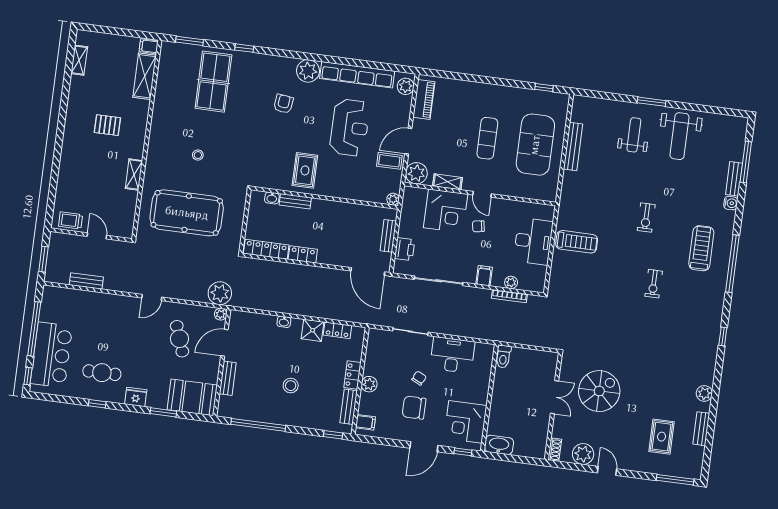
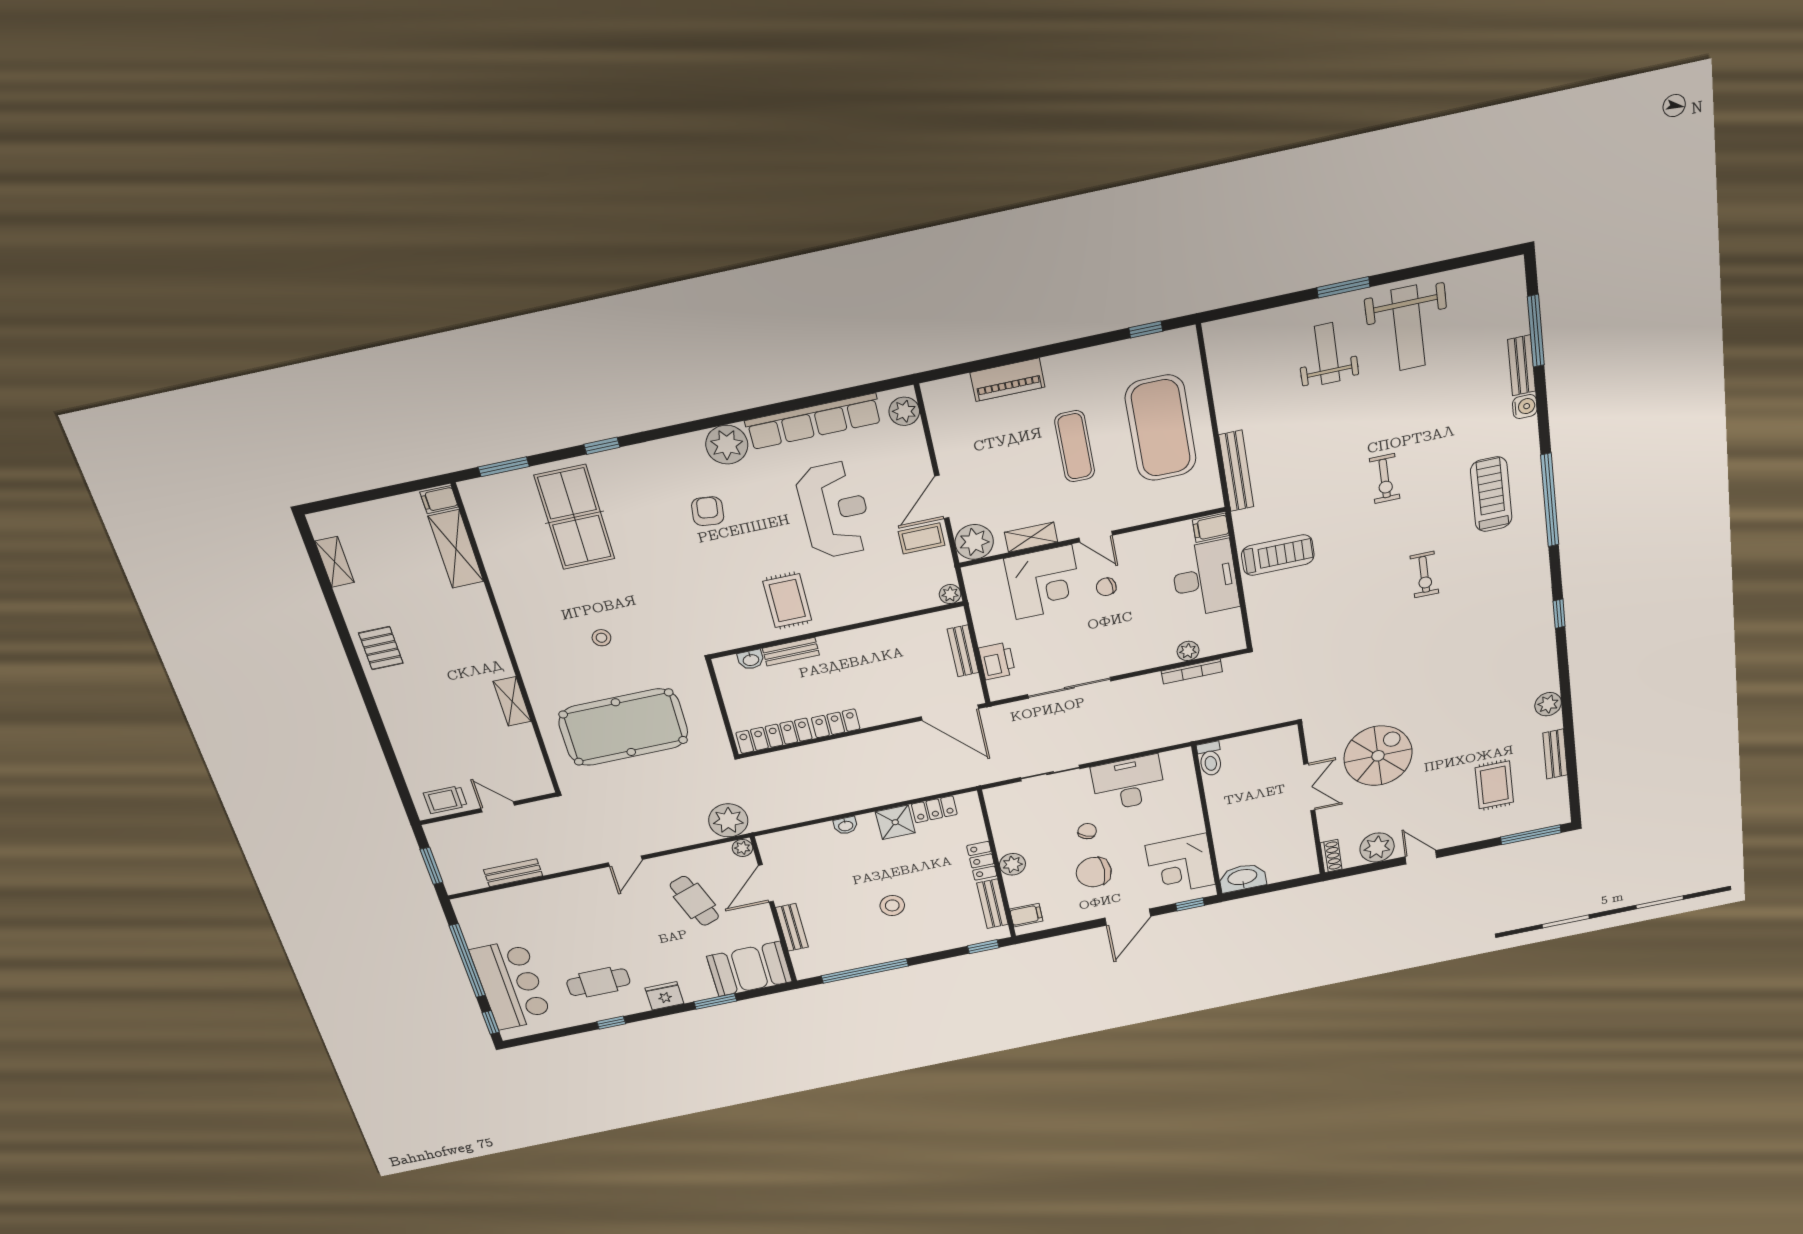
piano: (424, 99) -> (1008, 380), moved, turned 90
pallet: (107, 125) -> (381, 648), moved, turned 90
bench: (573, 147) -> (1236, 471), moved
filing cabinet: (484, 276) -> (1211, 528), moved, turned -90

